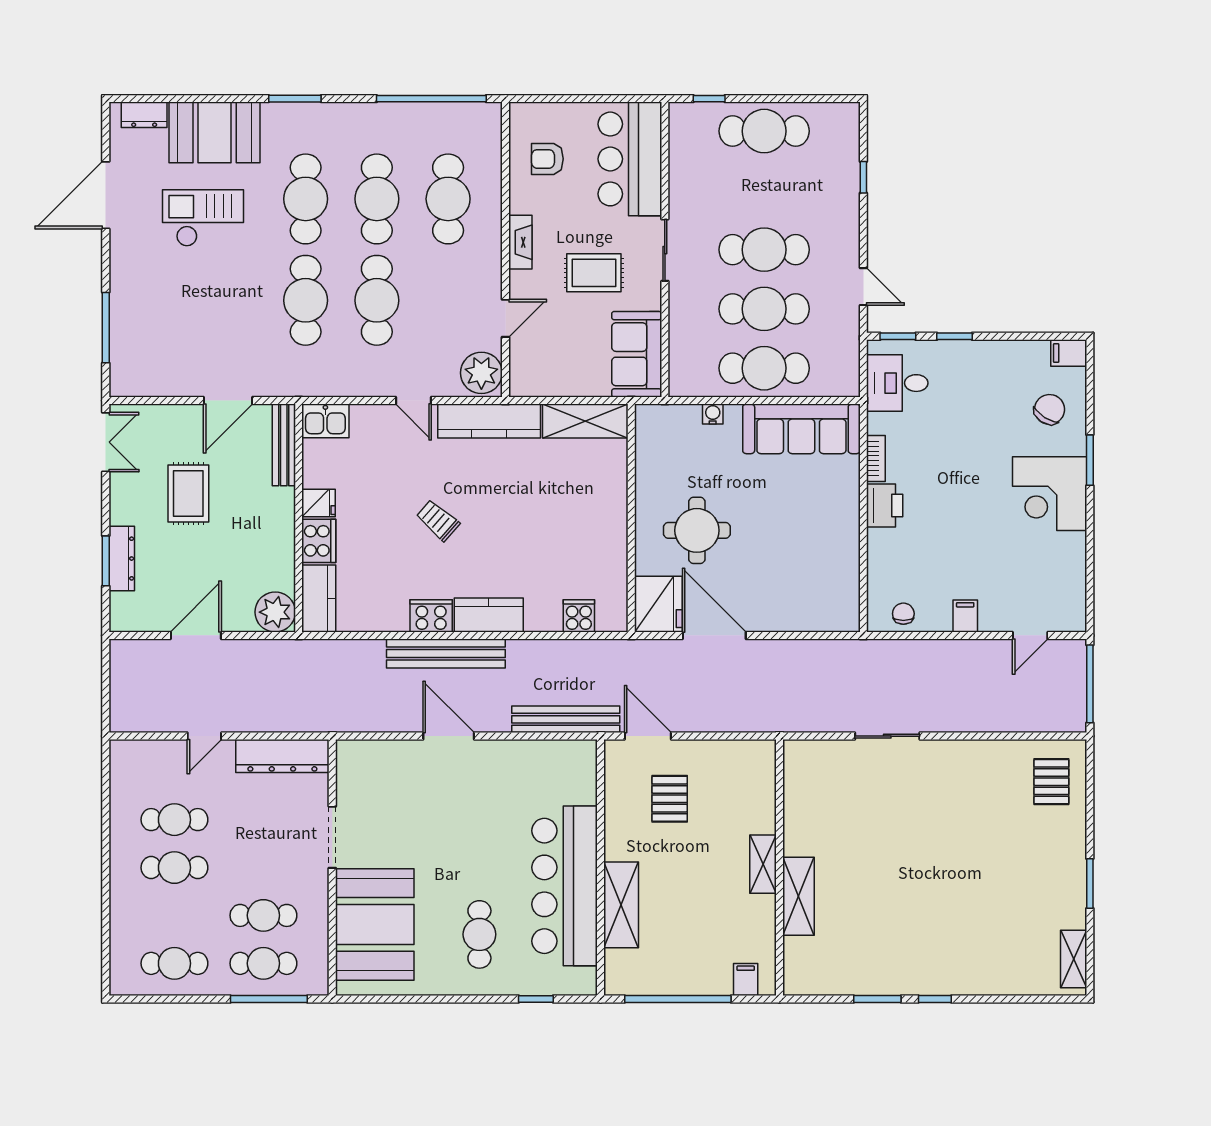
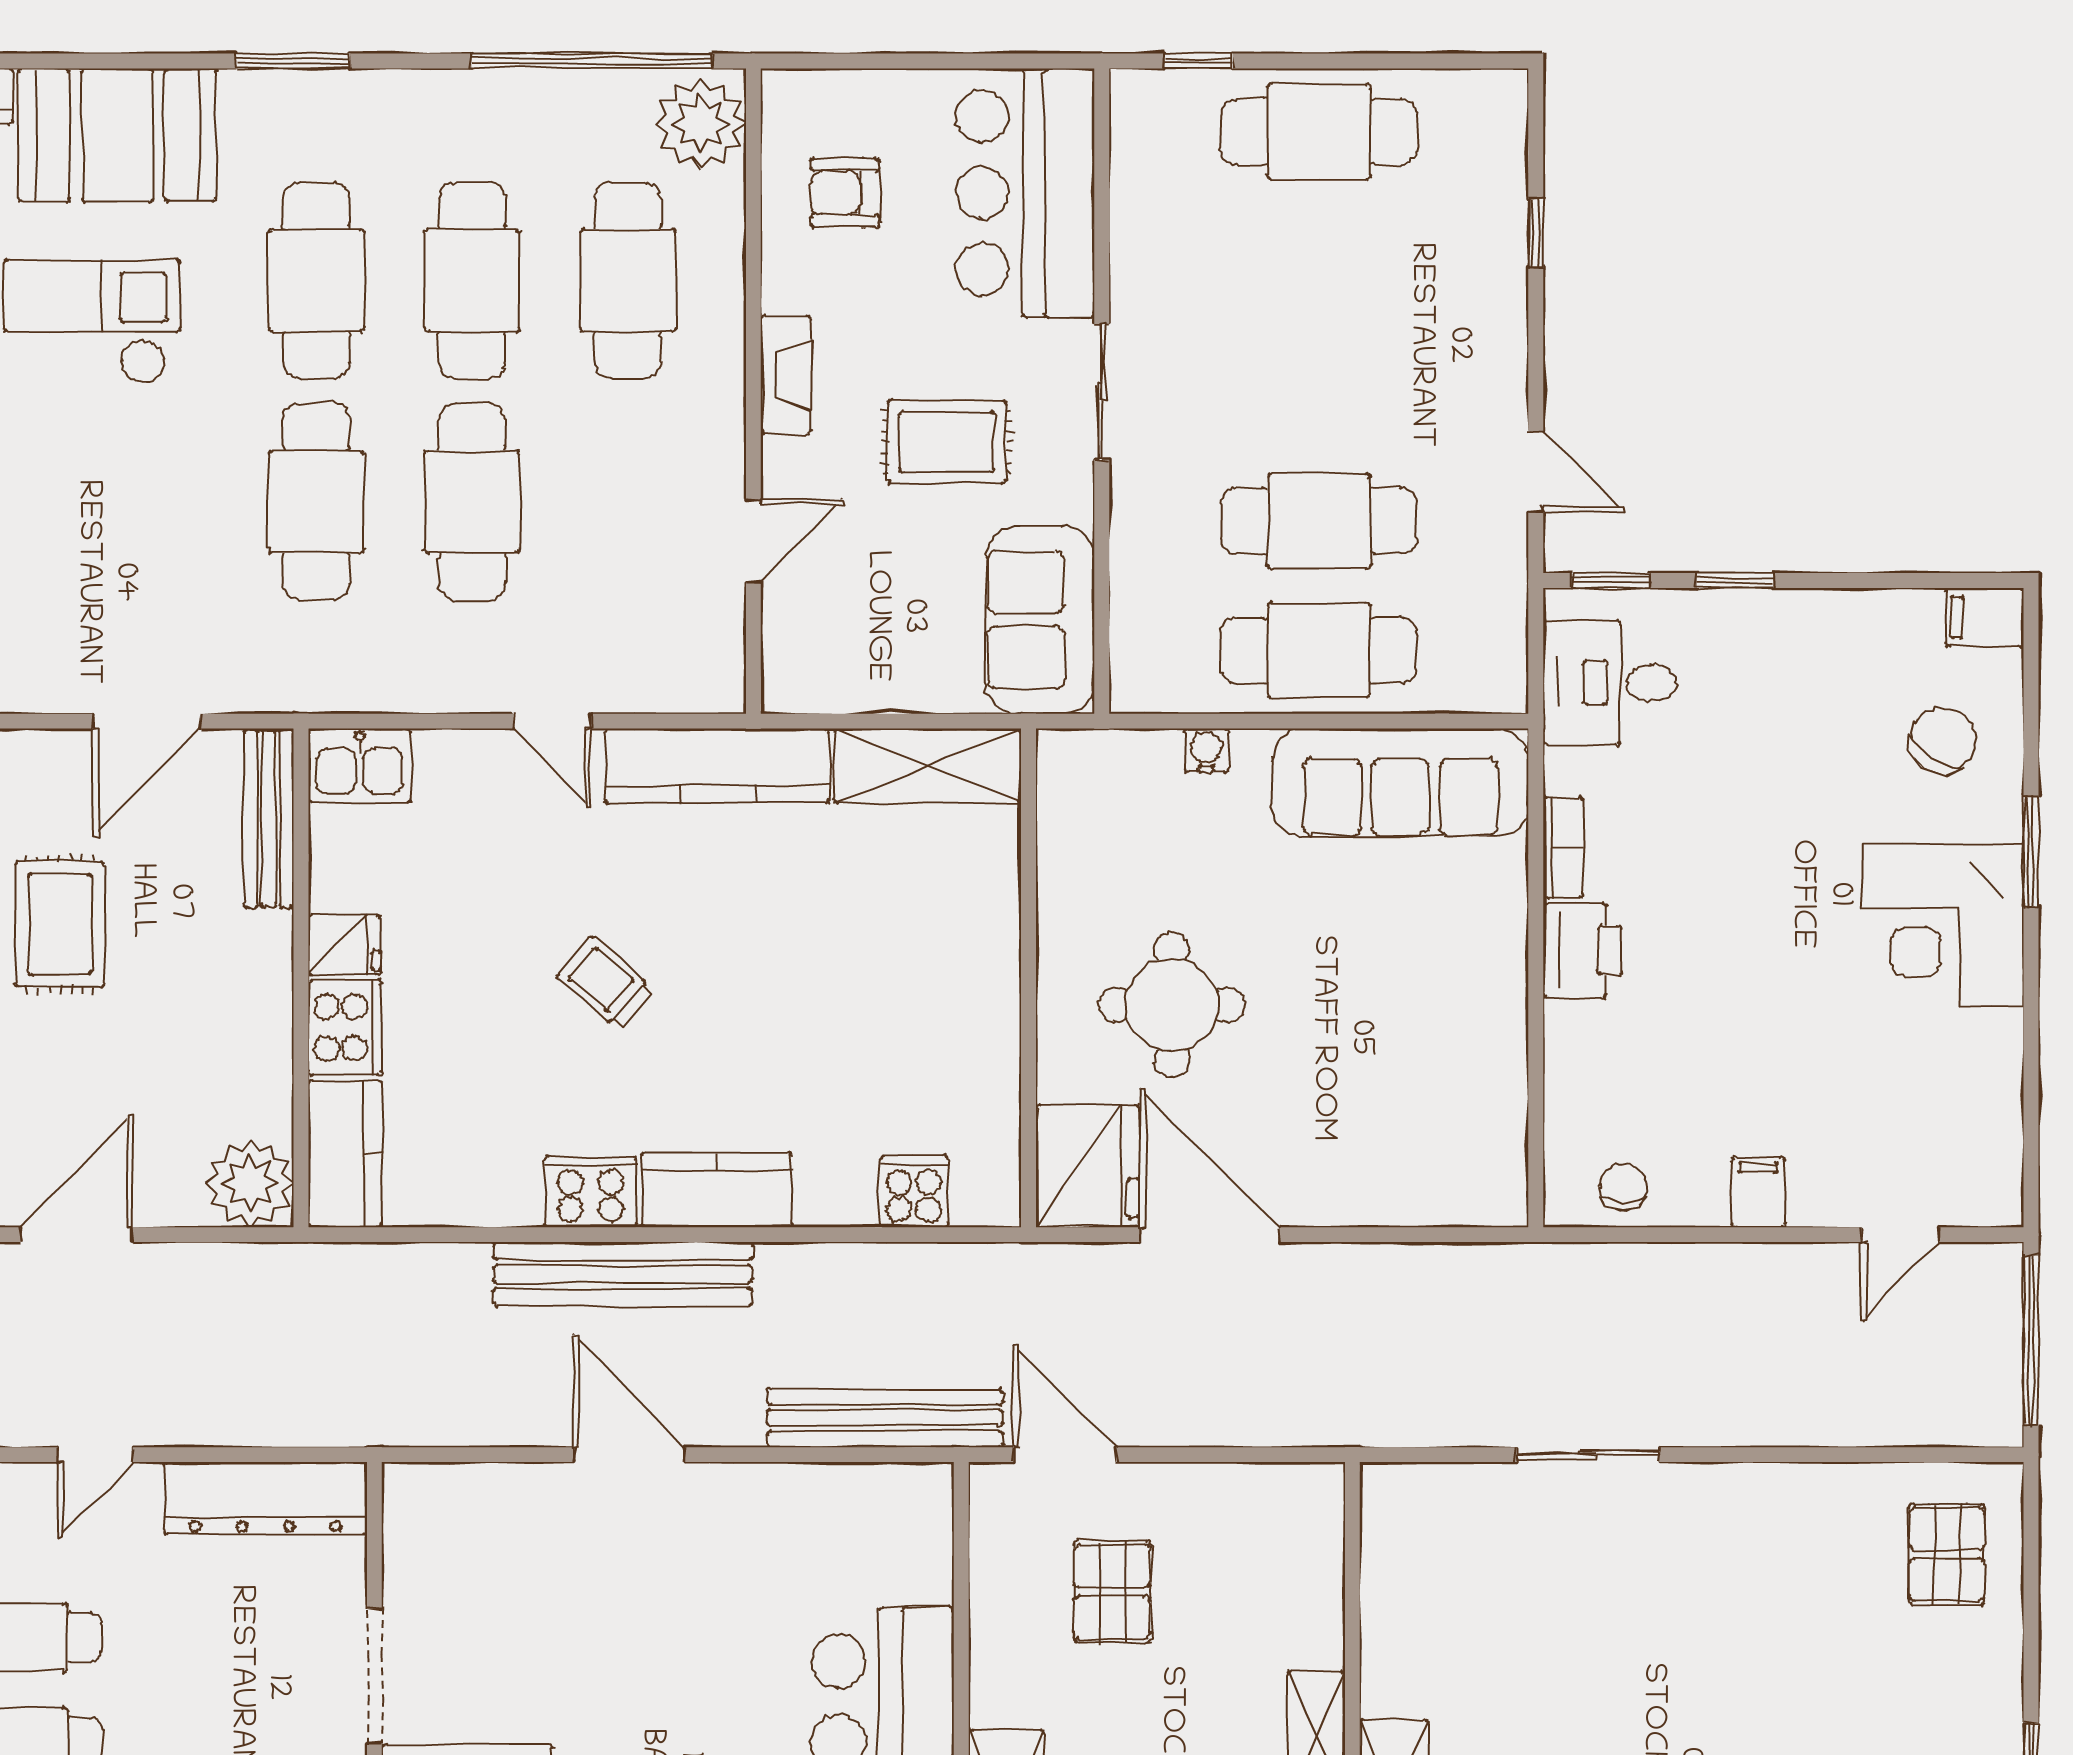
cafe table: (764, 250) -> (1319, 391), removed
plant: (481, 373) -> (701, 124), moved

